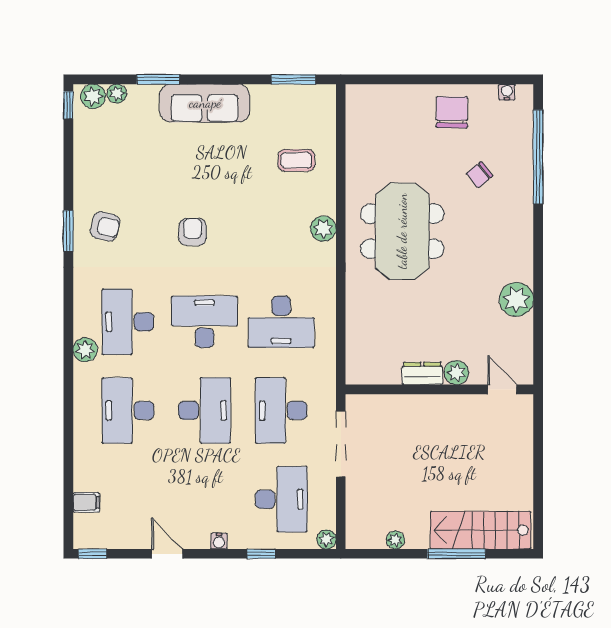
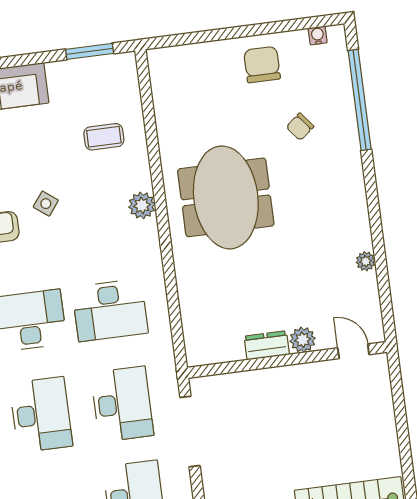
side table: (234, 215) -> (46, 204), added
plant: (516, 299) -> (366, 261), width x0.53, depth x0.53
desk: (281, 411) -> (122, 404), turned 180

